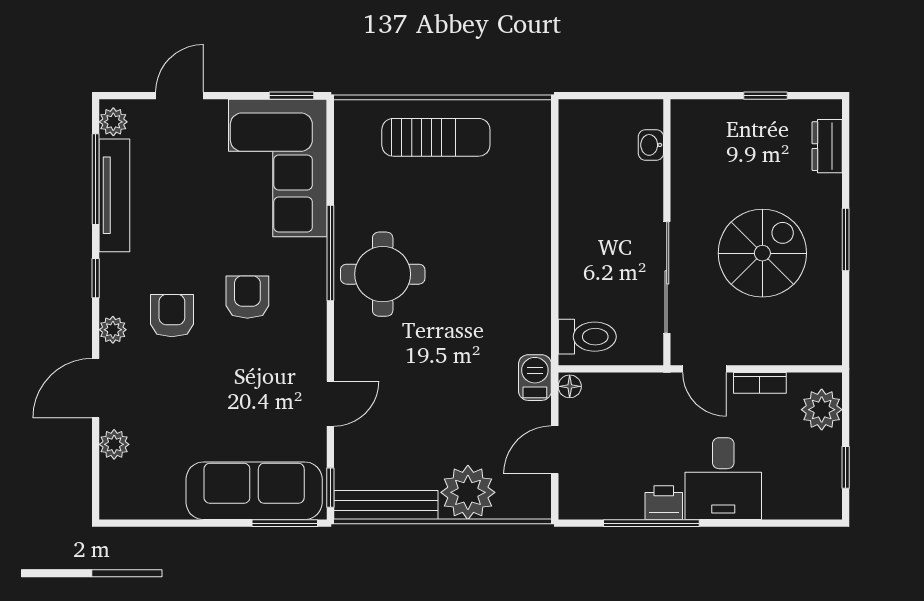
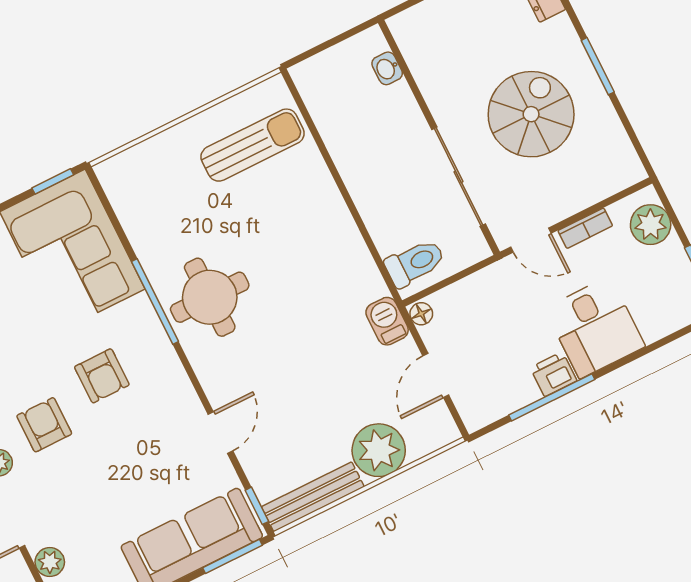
sun lounger: (436, 137) -> (253, 145), moved
armchair: (247, 297) -> (102, 376), turned 180

